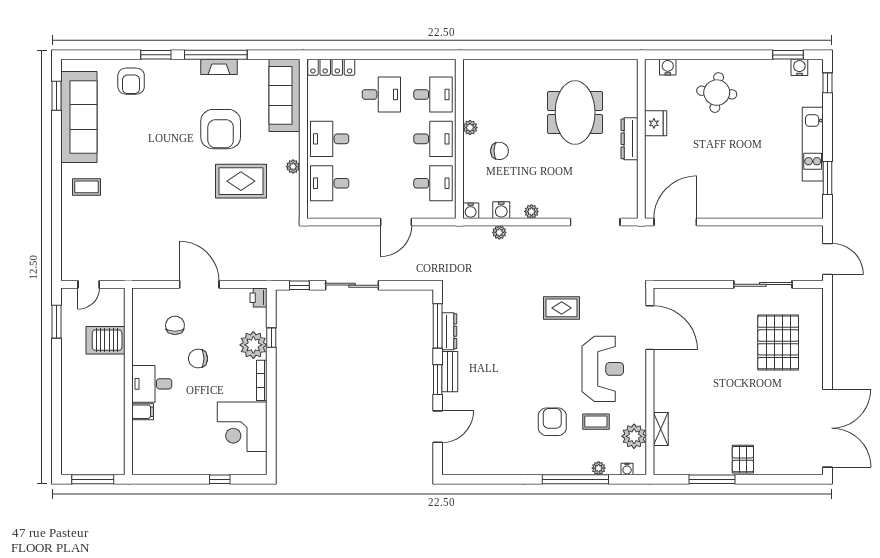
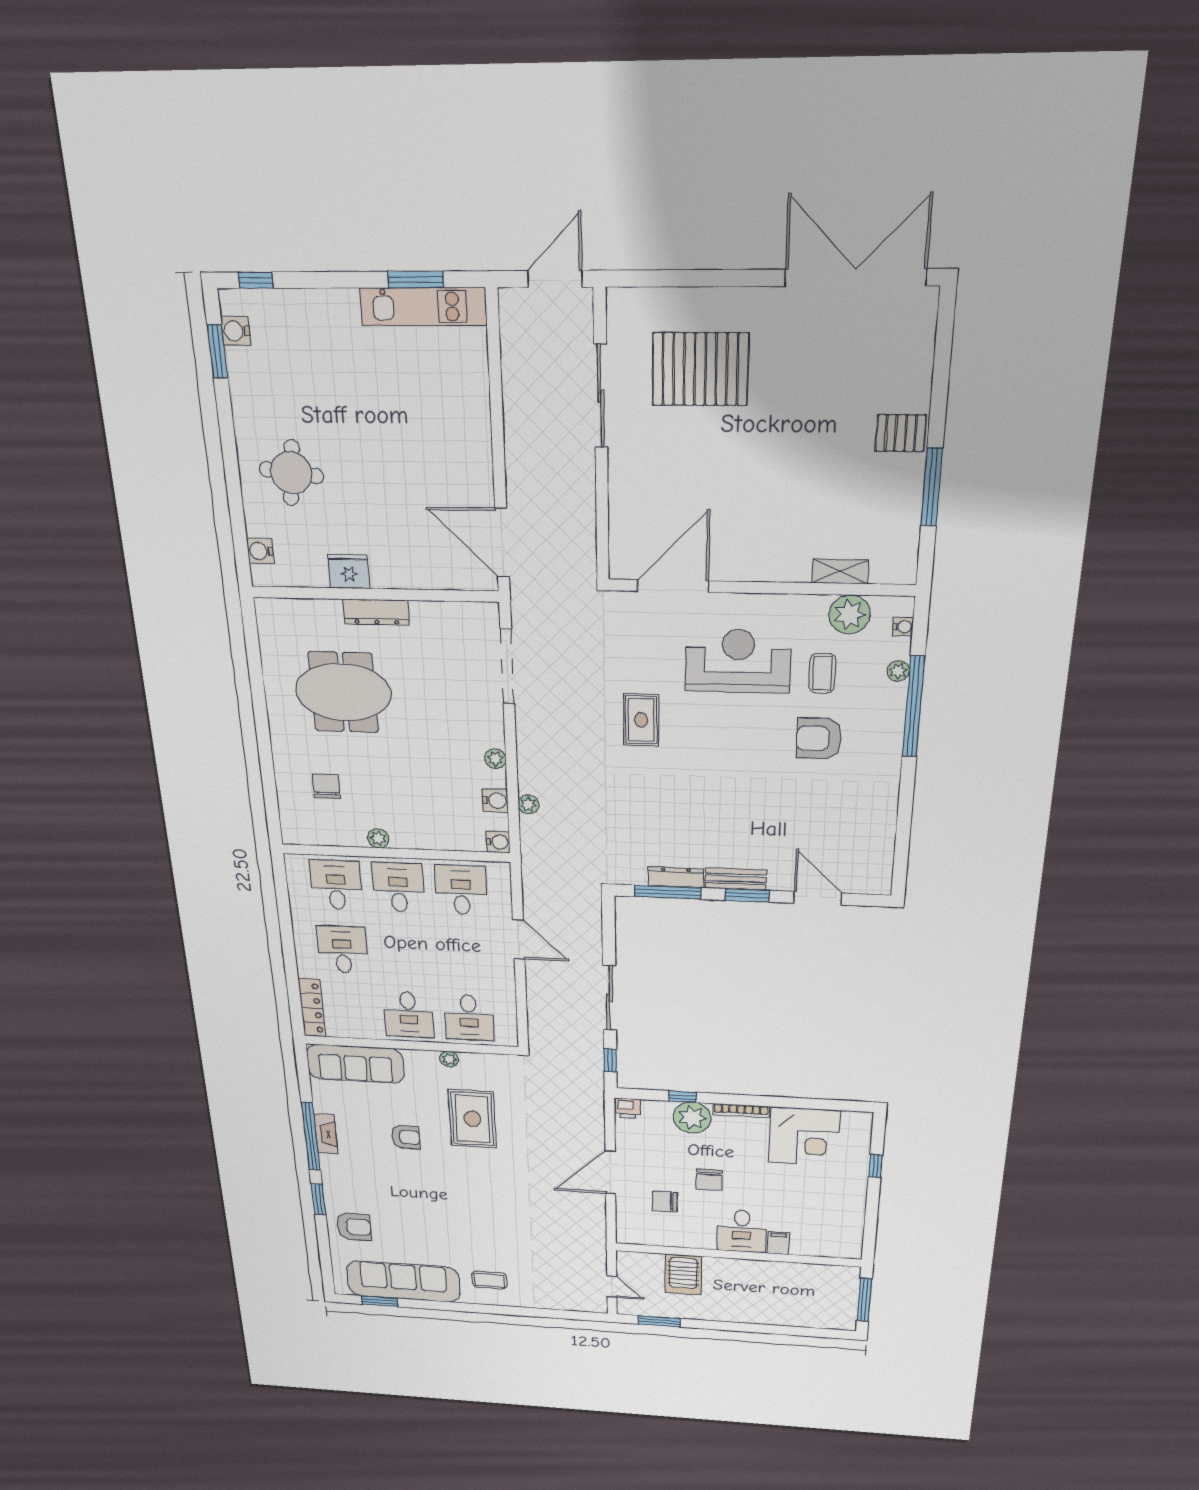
armchair: (221, 129) -> (406, 1137), width x0.53, depth x0.53
kitchen unit: (813, 144) -> (423, 307), moved
chair: (499, 151) -> (326, 786), moved
coffee table: (87, 187) -> (489, 1280), turned 90

